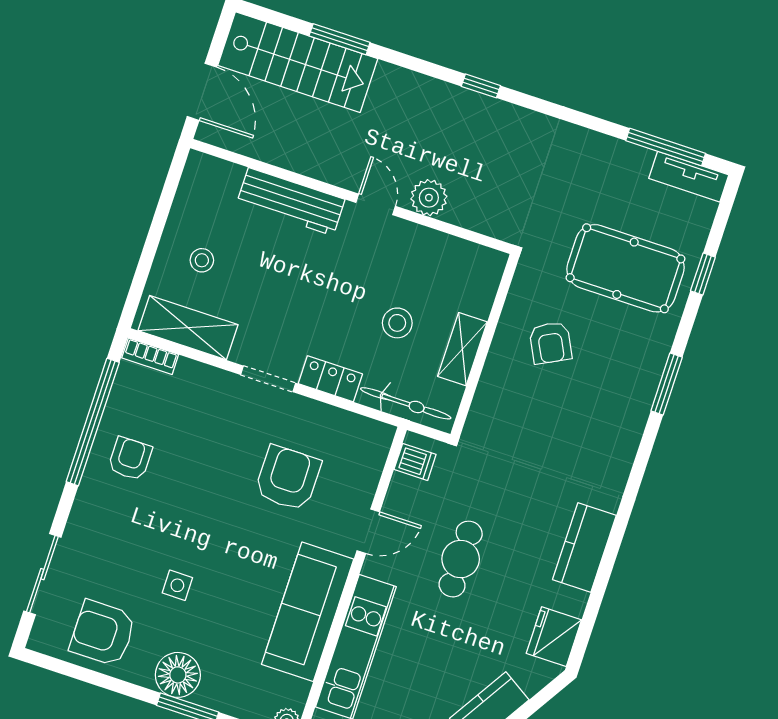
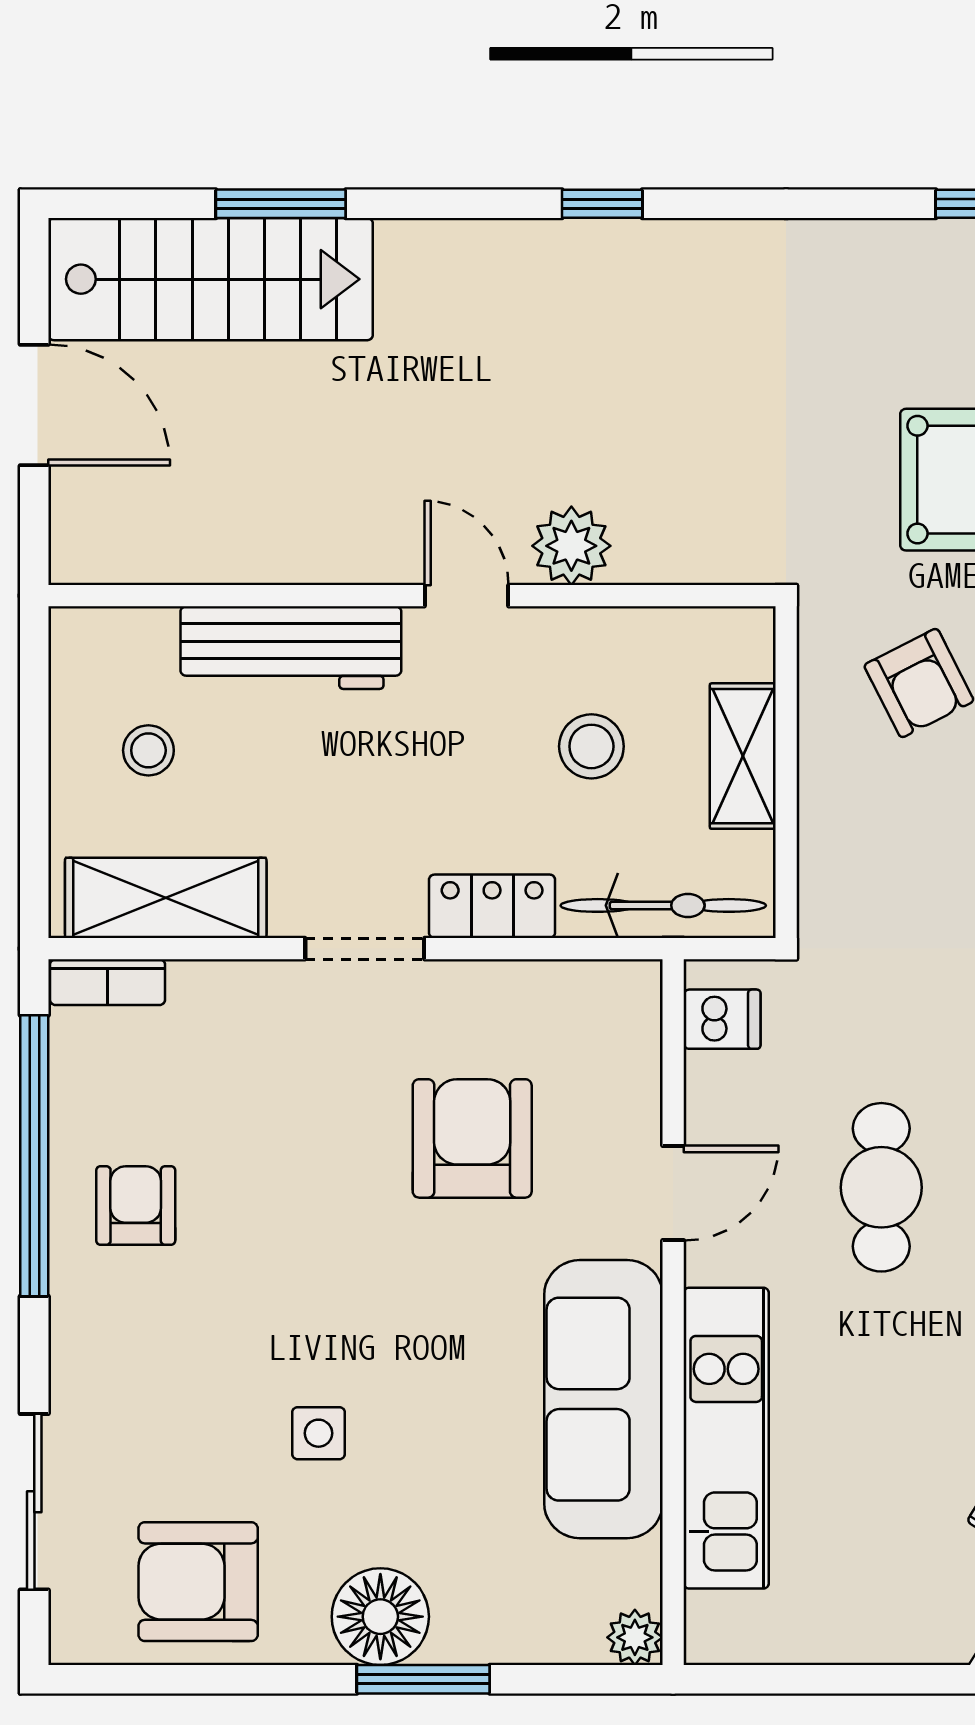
wall: (352, 196) -> (412, 596), moved
plant: (429, 198) -> (571, 546), moved
workbench: (291, 202) -> (291, 648), moved
door: (376, 204) -> (467, 596), moved

